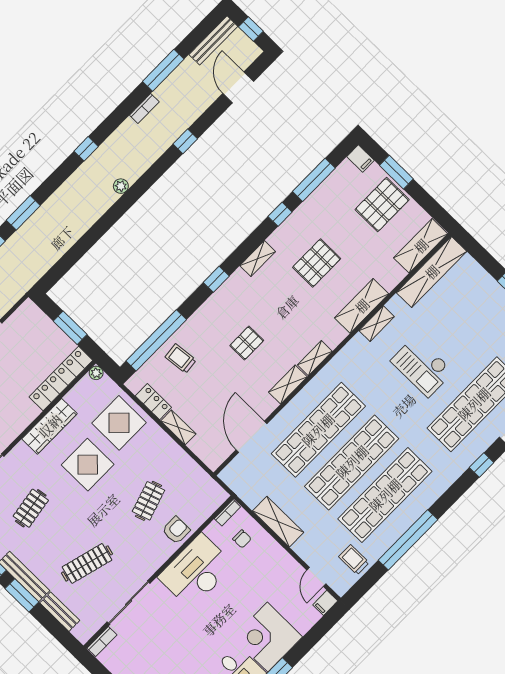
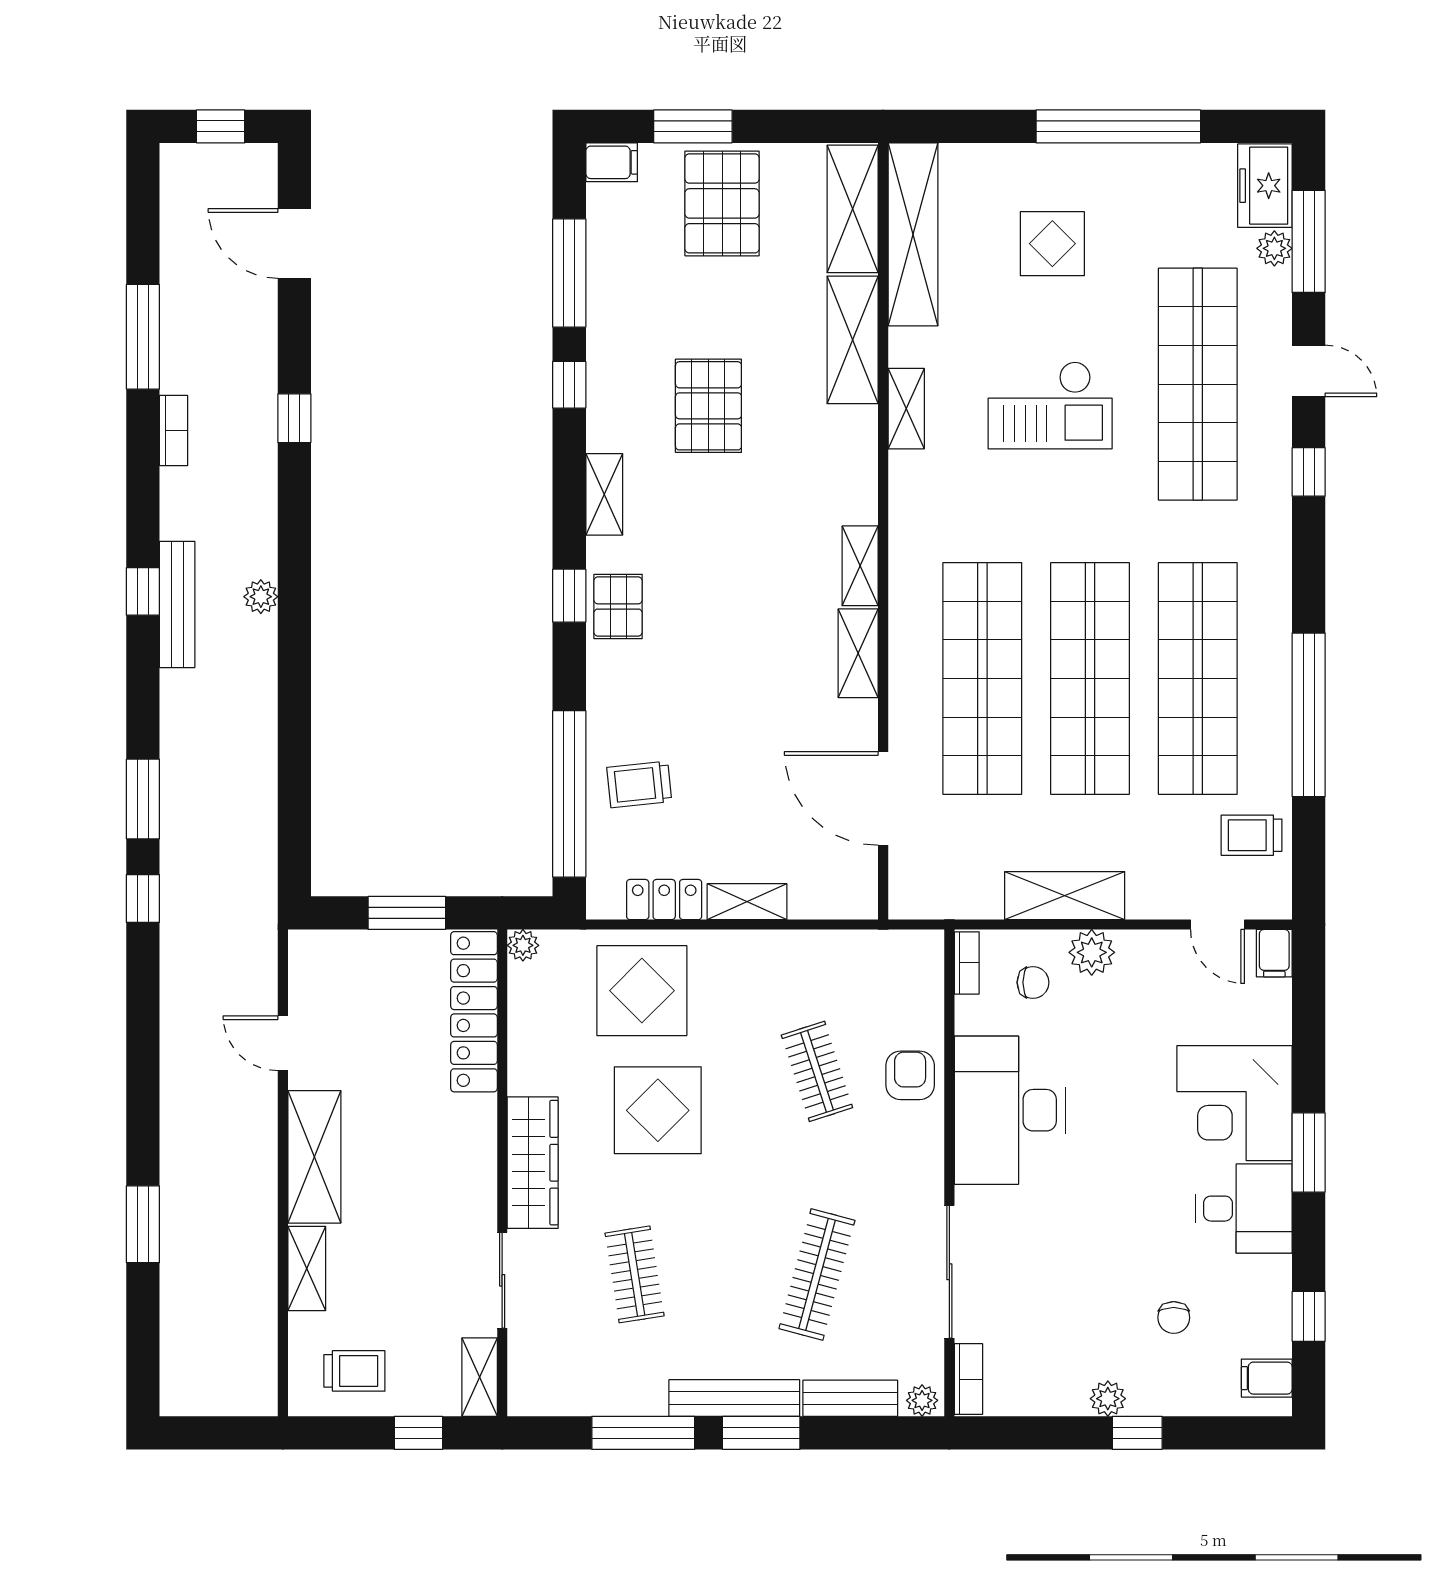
bench: (213, 40) -> (177, 604), moved
shelving: (362, 306) -> (853, 340), moved
display table: (472, 317) -> (1052, 244), added
pallet: (247, 343) -> (618, 606), moved
wardrobe: (50, 426) -> (533, 1163), moved
plant: (269, 547) -> (1092, 952), added
plant: (81, 634) -> (922, 1400), added

